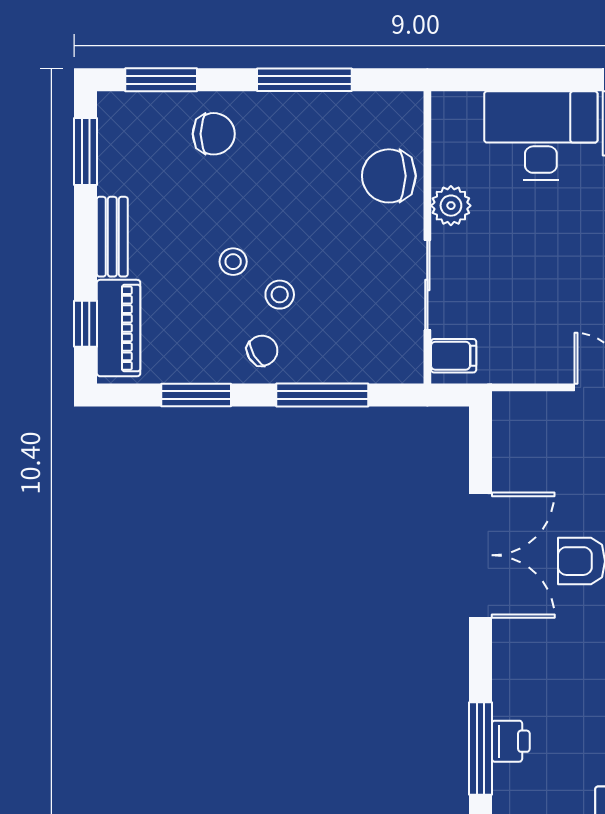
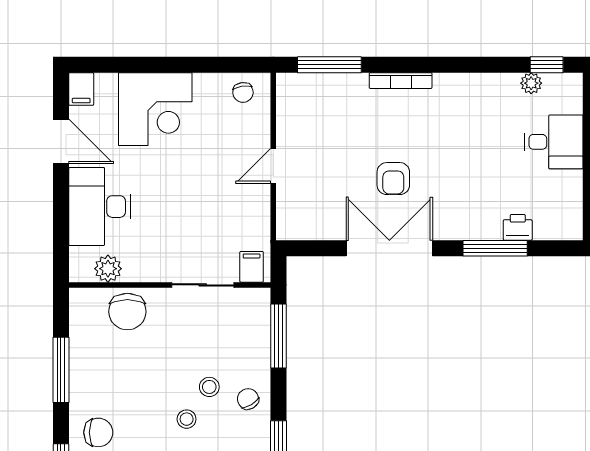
chair: (214, 134) -> (98, 432), turned 90
plant: (451, 206) -> (108, 269), moved
window: (322, 395) -> (279, 336), moved
window: (481, 748) -> (495, 248), moved

